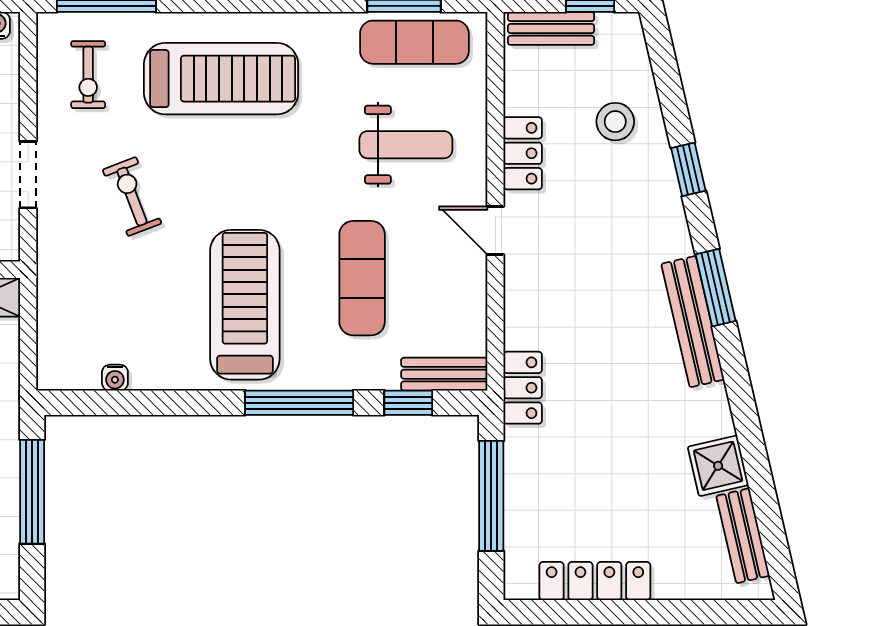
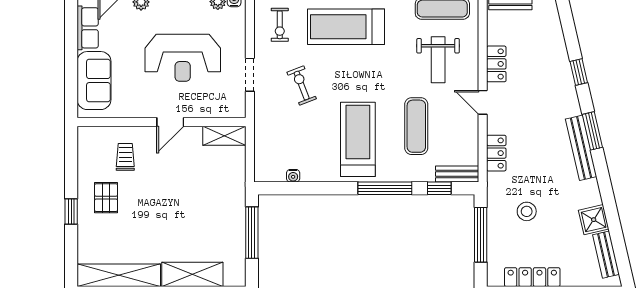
treadmill: (221, 79) -> (346, 27), turned 180
stool: (615, 122) -> (527, 211), moved
weight bench: (406, 145) -> (438, 60), turned 90
locker: (523, 388) -> (496, 153), moved

